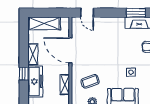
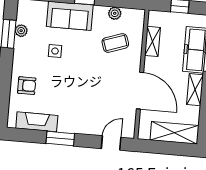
door: (87, 13) -> (111, 143), hinge flipped
window: (136, 13) -> (60, 139), moved

